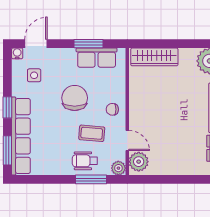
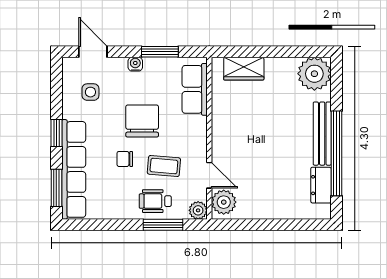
door: (36, 44) -> (93, 52), hinge flipped
water cooler: (17, 53) -> (135, 64), moved
wardrobe: (154, 57) -> (244, 69), width x0.67
row of seats: (97, 58) -> (195, 89), moved, turned 90
chair: (112, 109) -> (125, 159), moved

